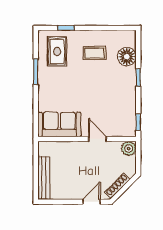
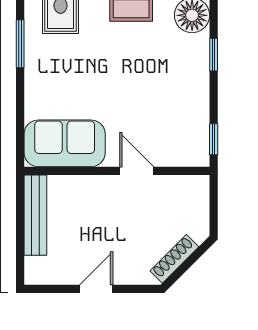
plant: (129, 149) -> (196, 189), removed
bench: (44, 178) -> (35, 215), moved
door: (91, 202) -> (96, 289), moved

